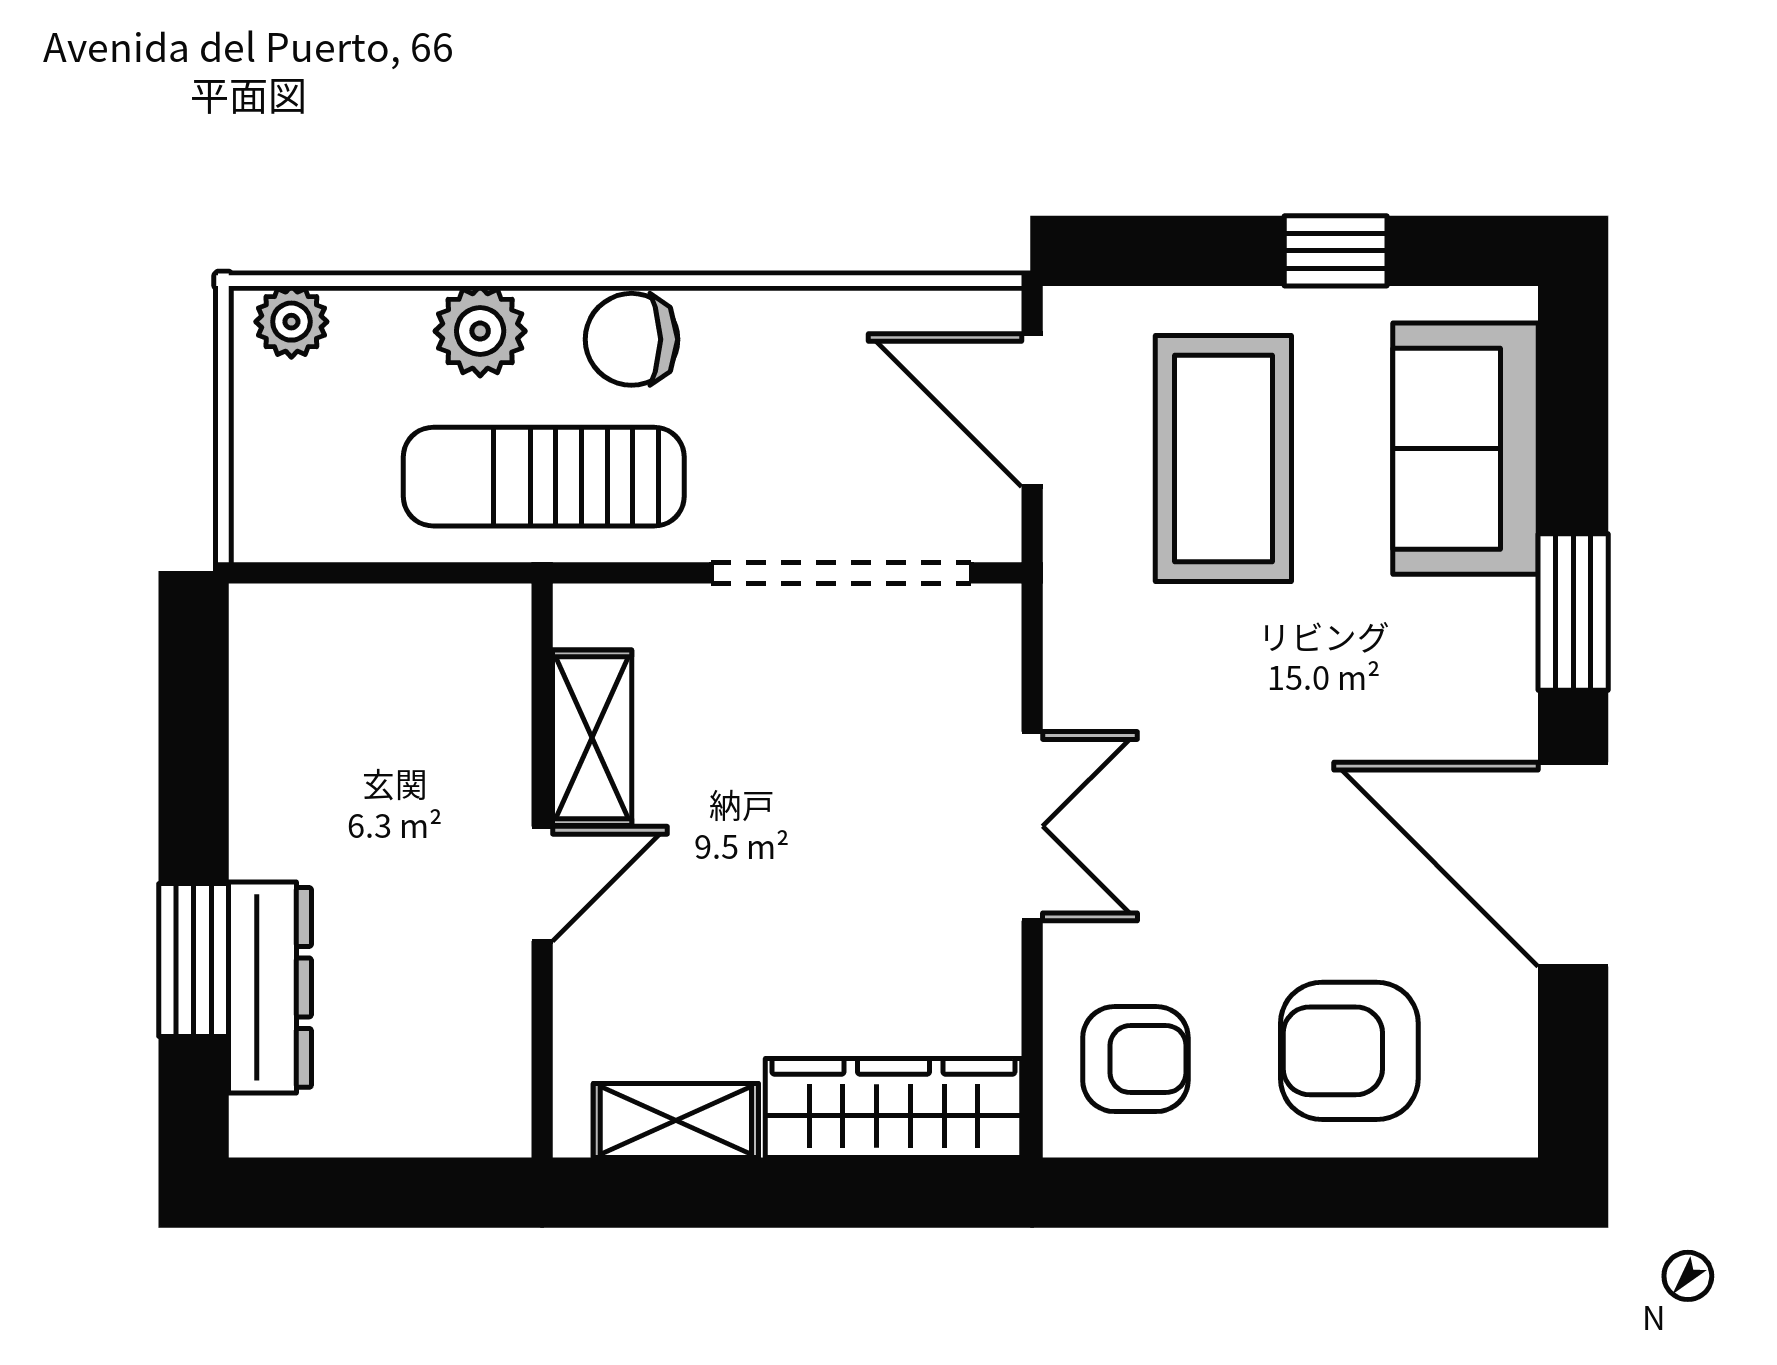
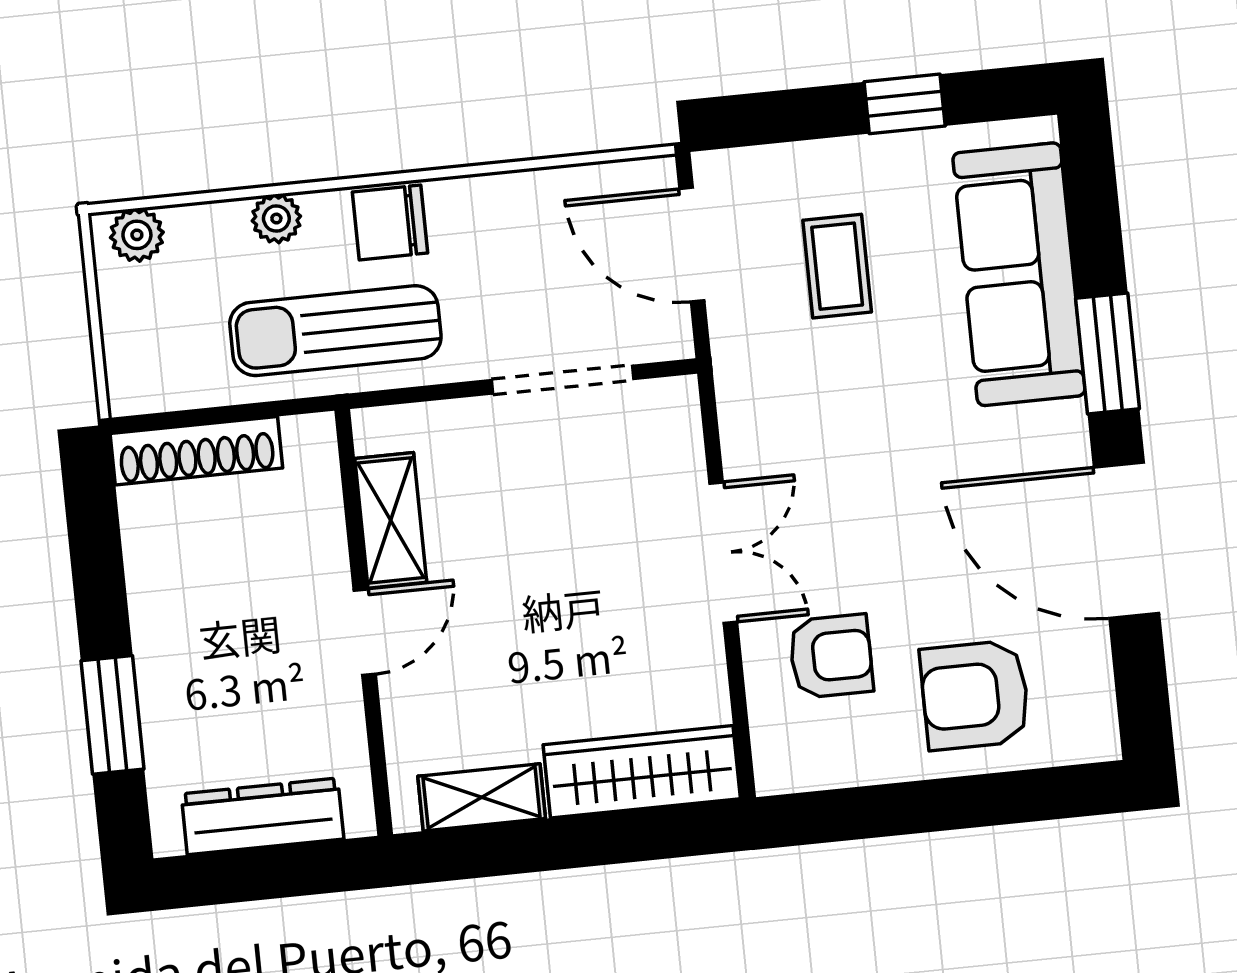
plant: (480, 331) -> (276, 219), width x0.73, depth x0.73
sofa: (1465, 449) -> (1019, 274), width x1.36
coffee table: (1223, 458) -> (837, 266), width x0.54, depth x0.58
doorway: (841, 573) -> (563, 380), width x0.73
shoe rack: (342, 618) -> (196, 451), added
dresser: (270, 987) -> (263, 816), moved, turned -90
armchair: (1135, 1059) -> (831, 656), moved

